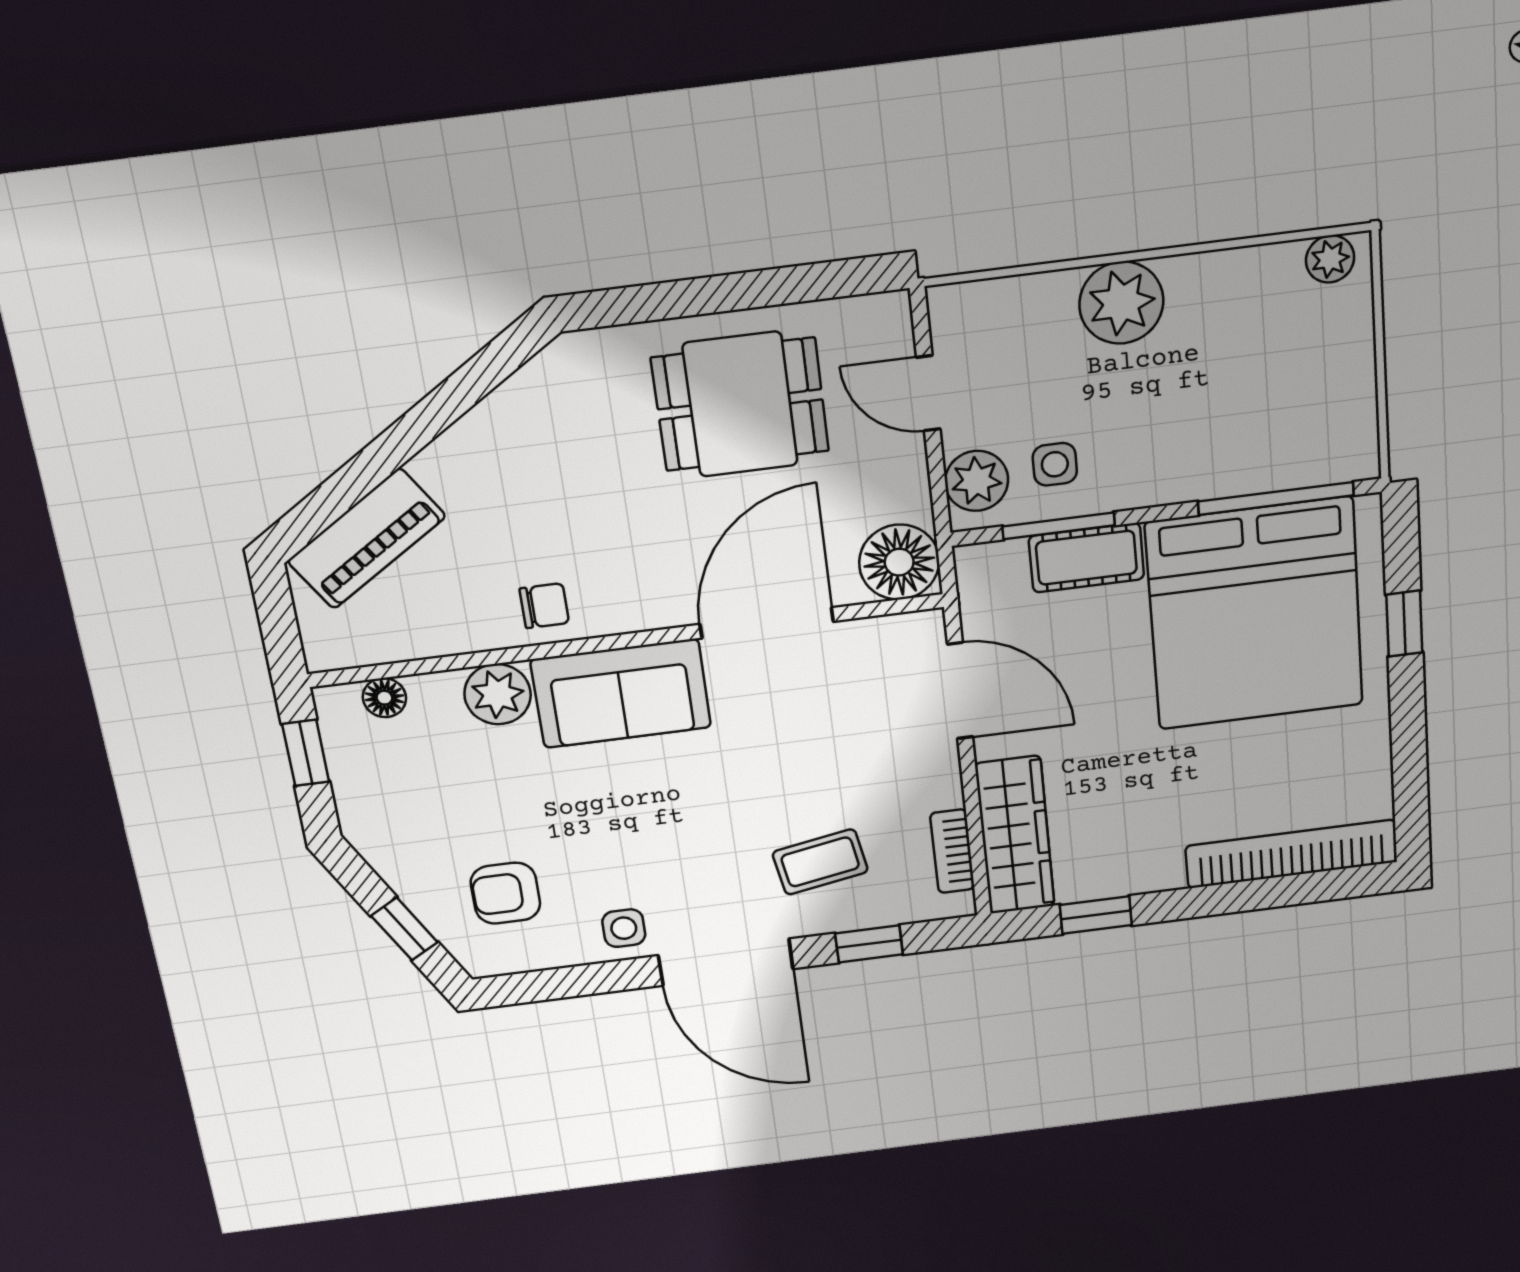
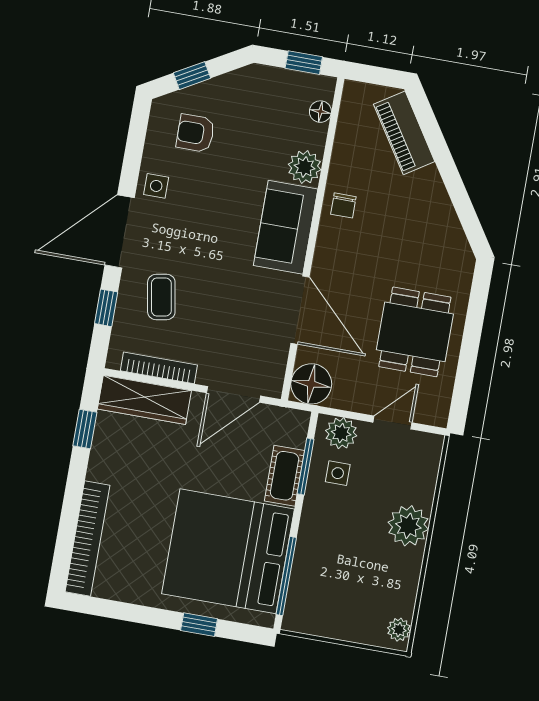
bookcase: (952, 851) -> (159, 368), width x1.56
armchair: (505, 893) -> (195, 133), turned -90

